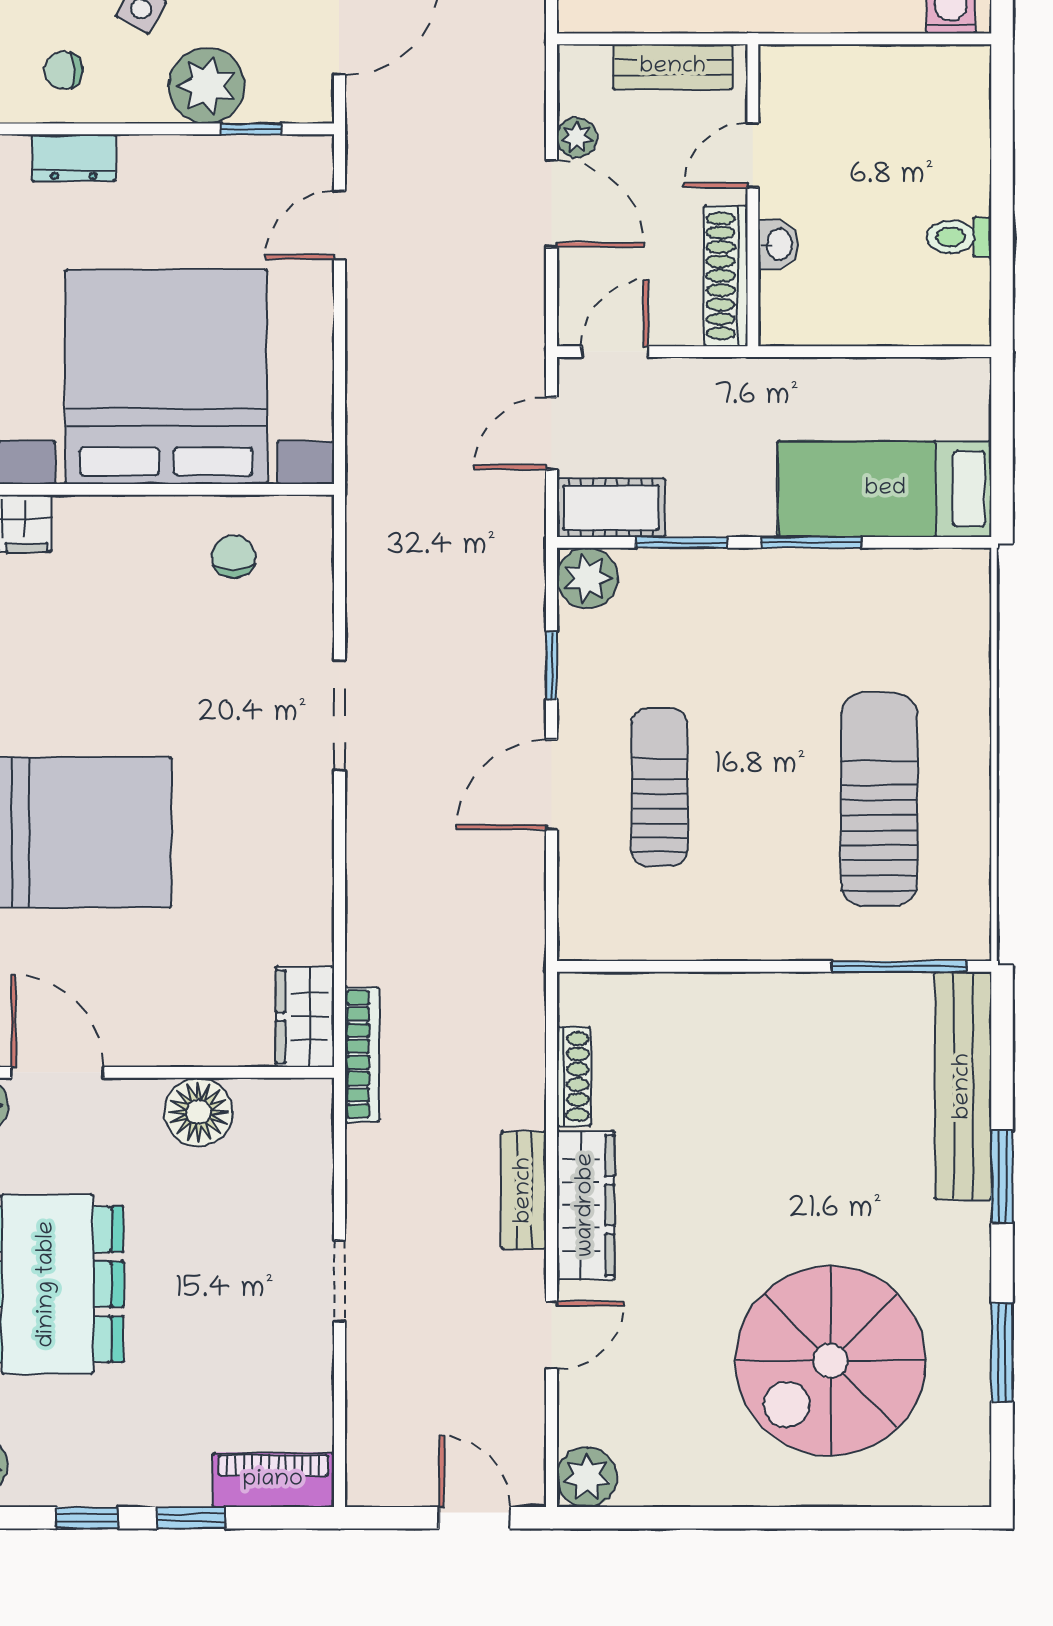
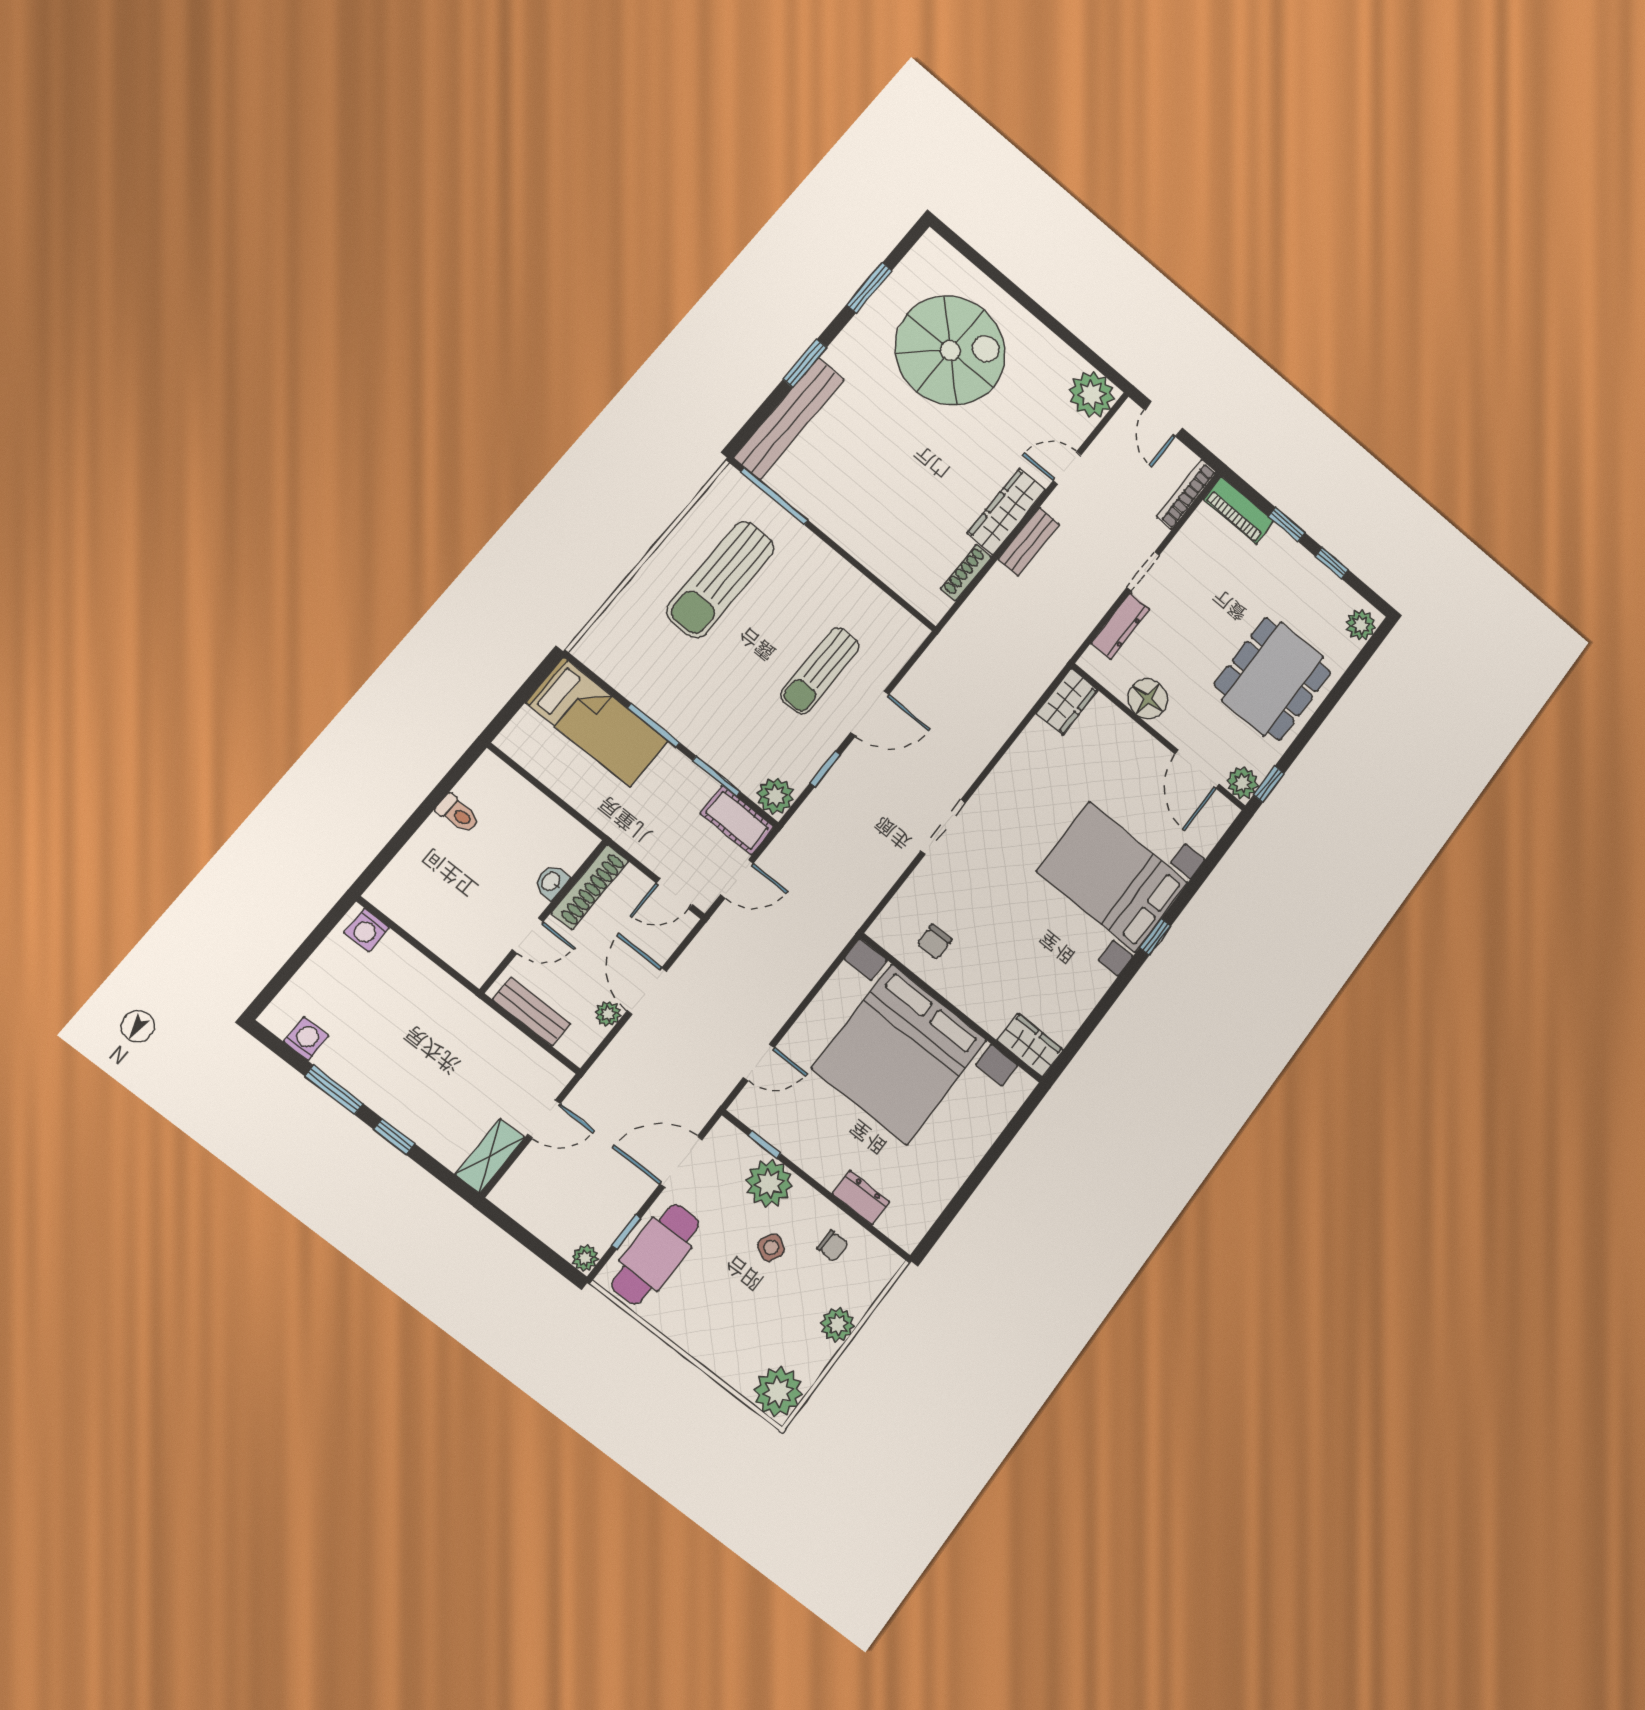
bookcase: (362, 1054) -> (1187, 494), moved
dresser: (312, 1180) -> (1121, 626), added
plant: (587, 1477) -> (1092, 394), width x1.36, depth x1.36

